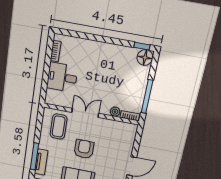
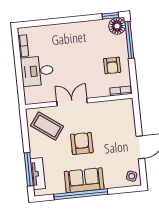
armchair: (129, 92) -> (112, 65), added
window: (147, 97) -> (129, 40), moved
plant: (115, 112) -> (104, 91), removed
coffee table: (59, 127) -> (47, 126), turned -54

